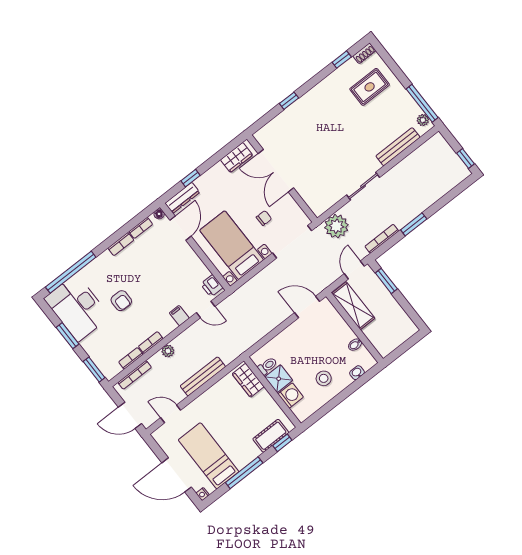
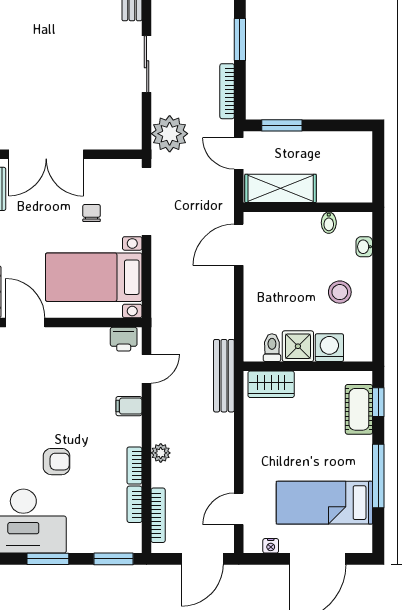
bench: (203, 376) -> (224, 376), moved
nightstand: (203, 494) -> (271, 546), moved

